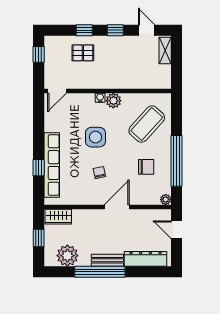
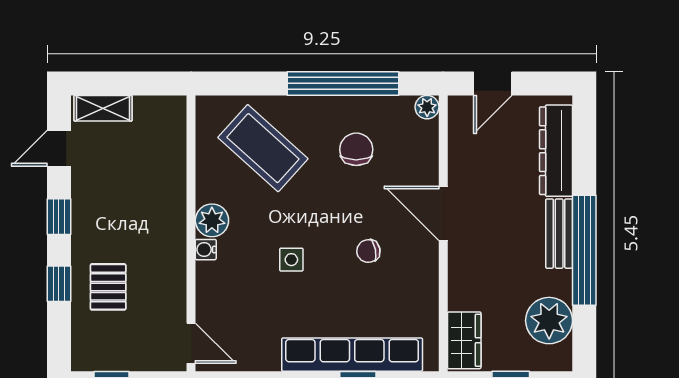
side table: (95, 137) -> (291, 260), width x0.54, depth x0.54

